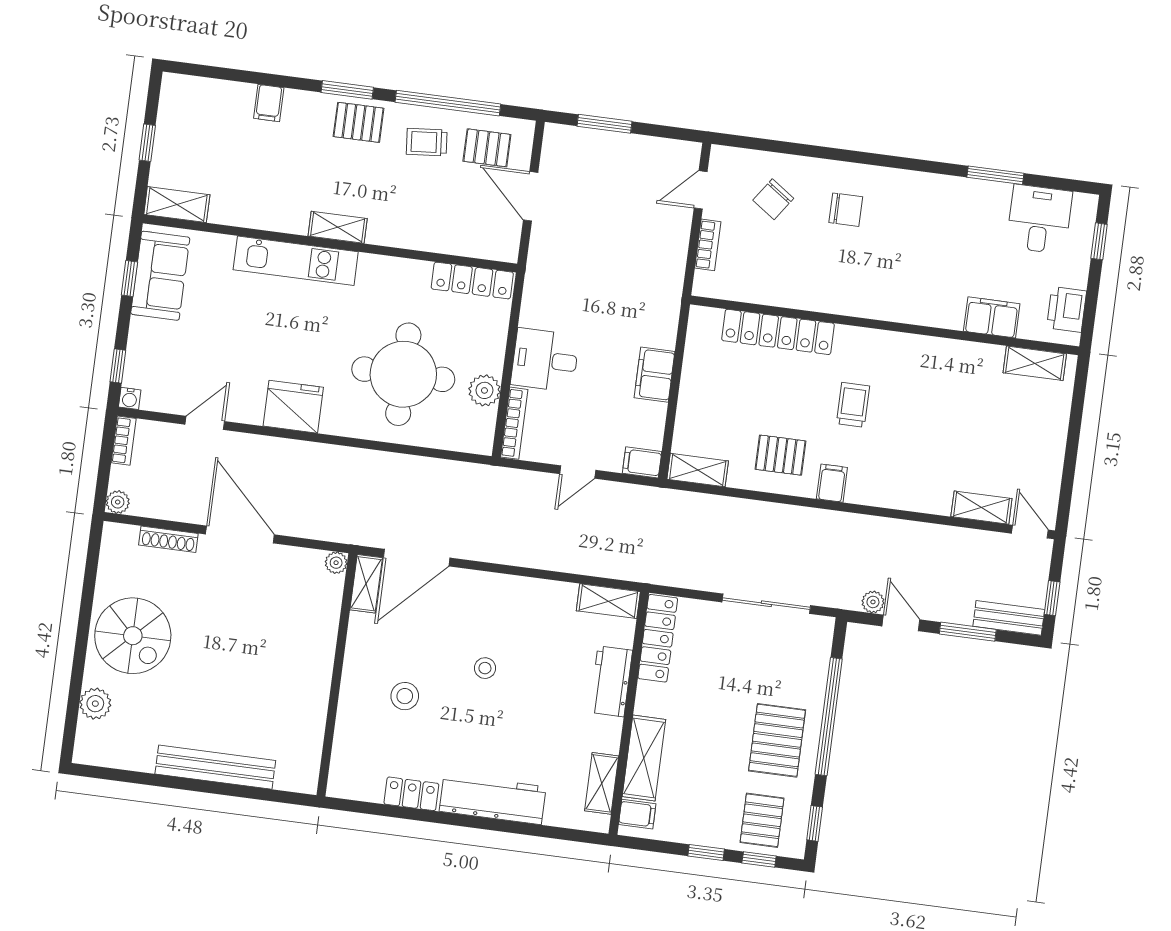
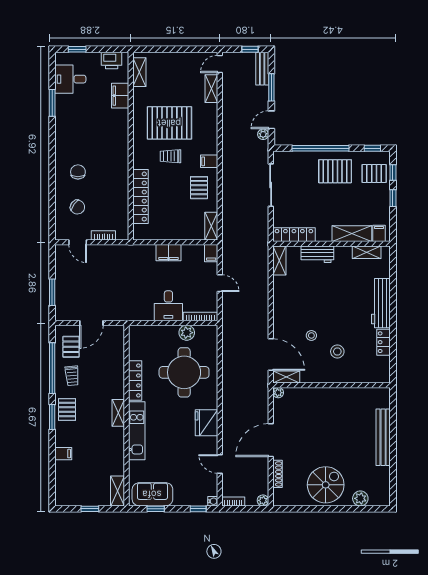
locker: (472, 281) -> (135, 380), moved
pallet: (922, 412) -> (169, 123), added
stool: (485, 668) -> (311, 335), moved

